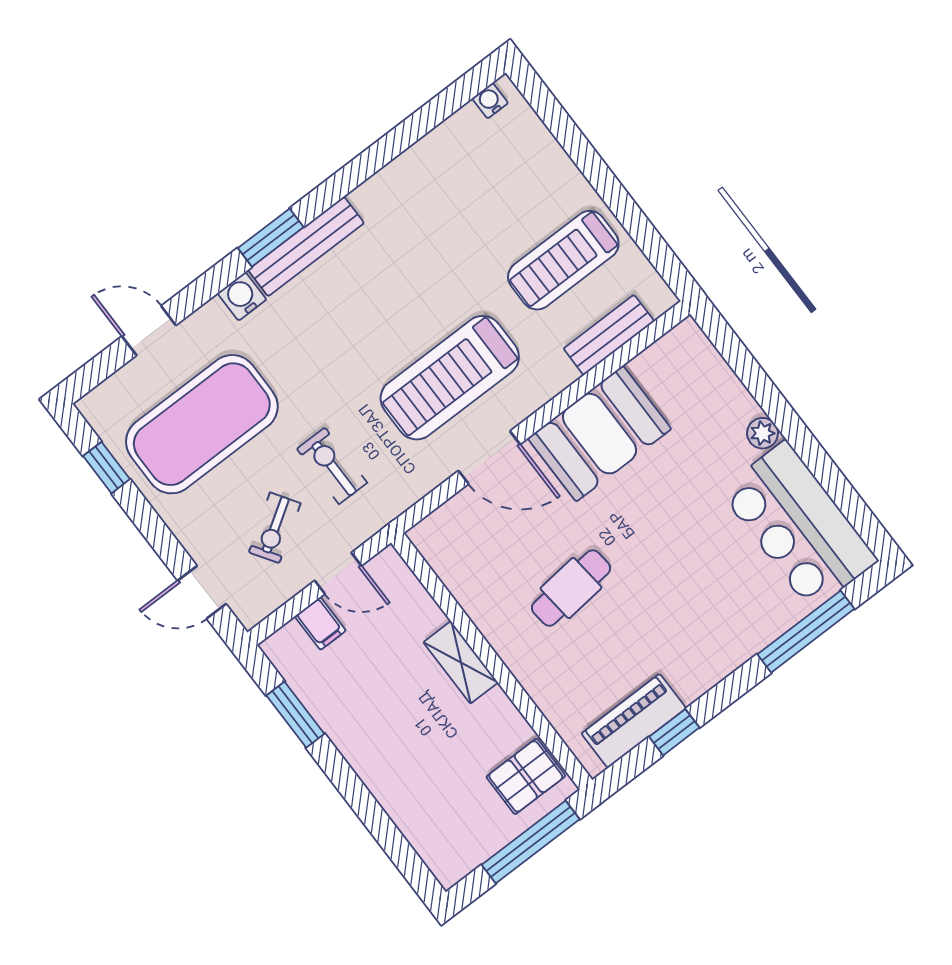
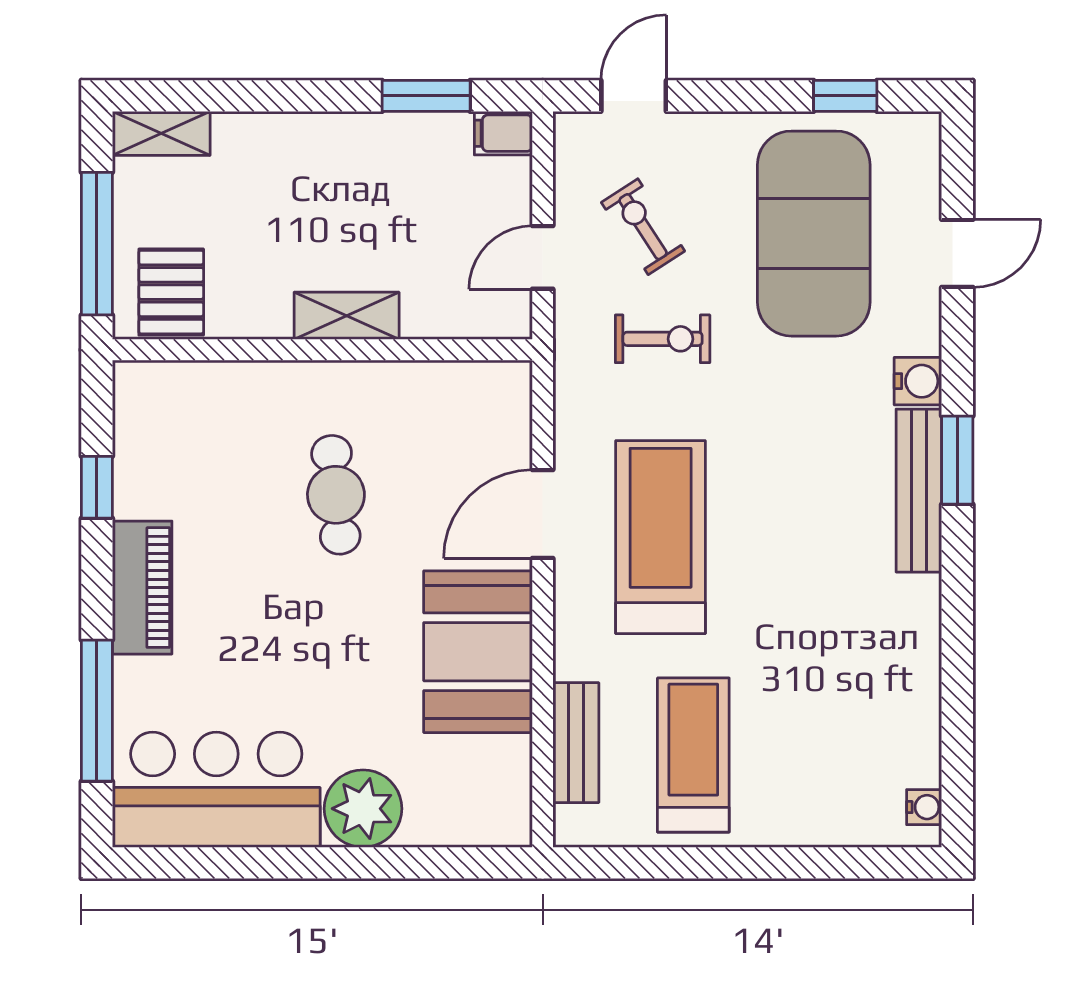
plant: (763, 433) -> (363, 809), width x1.88, depth x1.88
filing cabinet: (320, 623) -> (503, 133), moved
piano: (634, 721) -> (142, 588), moved
shelving: (437, 854) -> (161, 133), added

